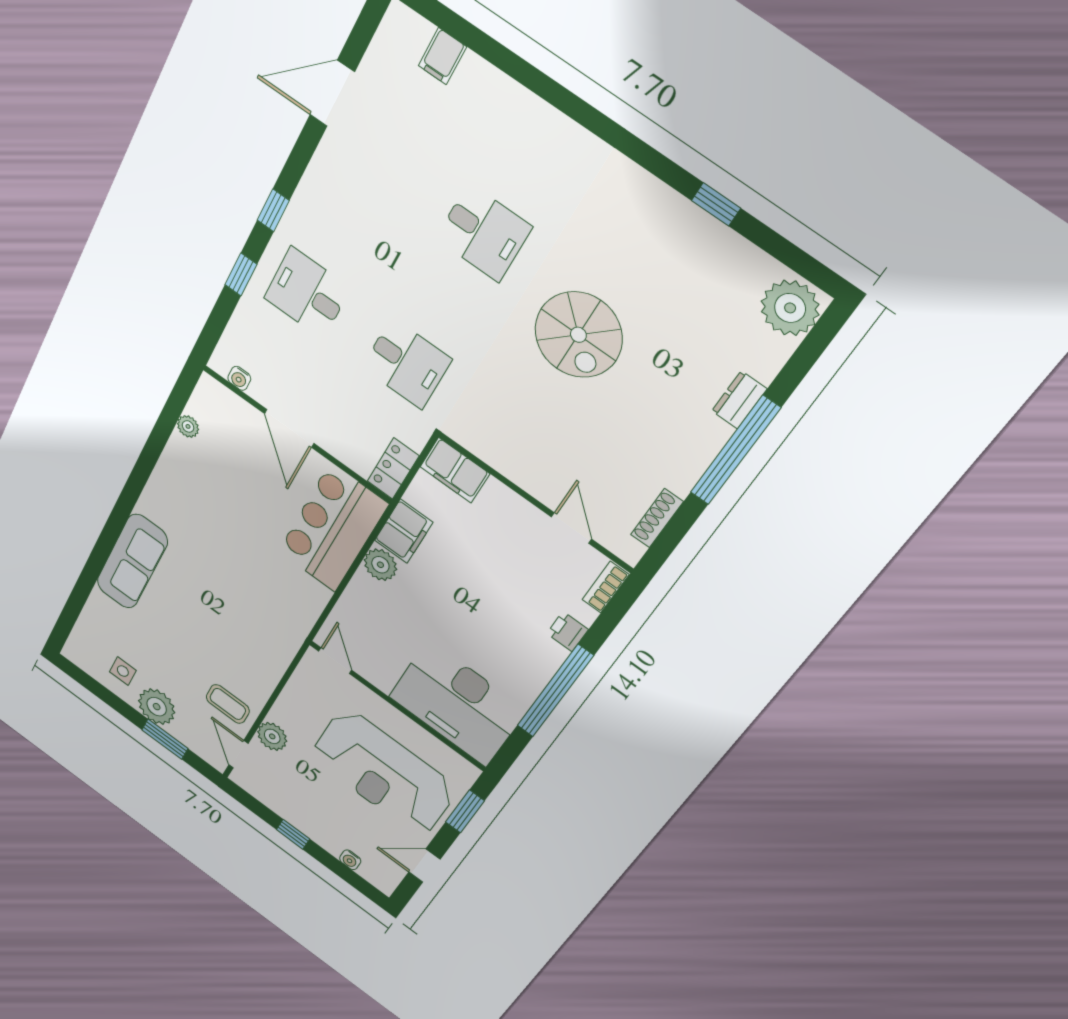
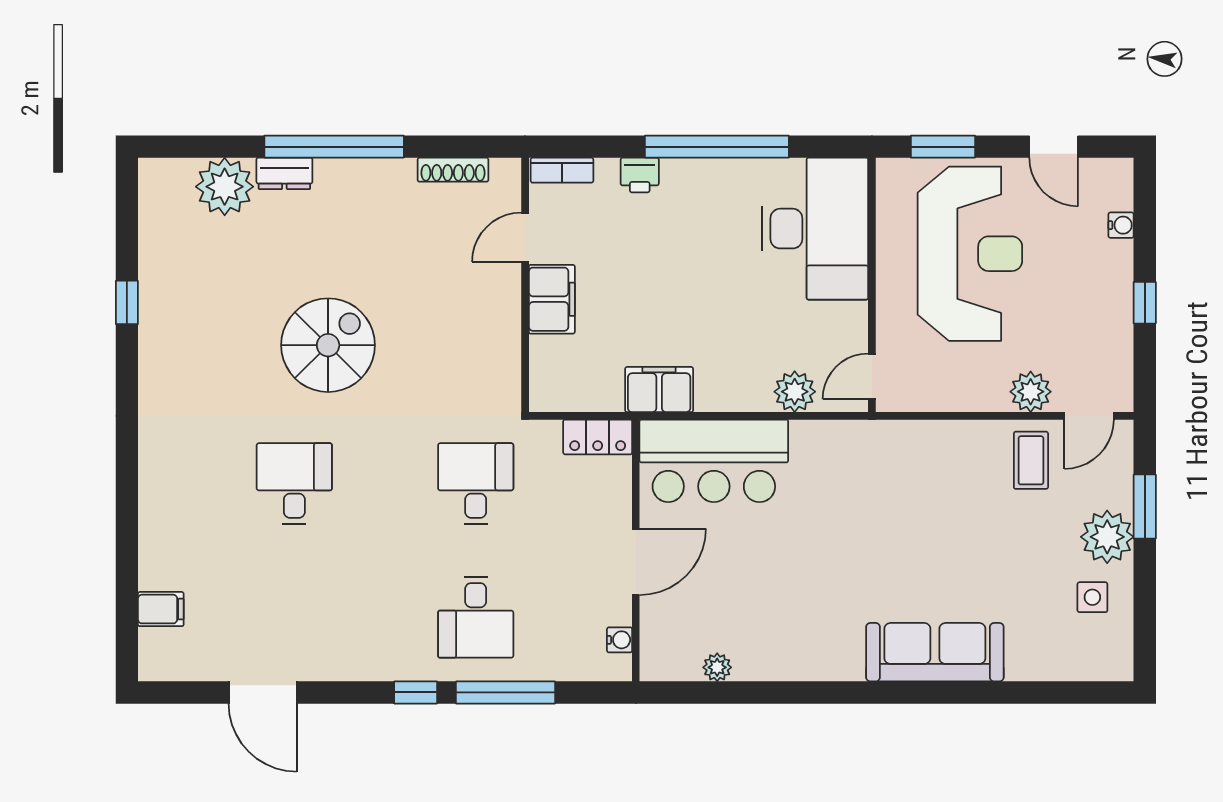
window: (241, 275) -> (505, 692), width x2.17
plant: (790, 308) -> (225, 187), moved
filing cabinet: (455, 470) -> (552, 299), moved
plant: (380, 565) -> (795, 392), moved

